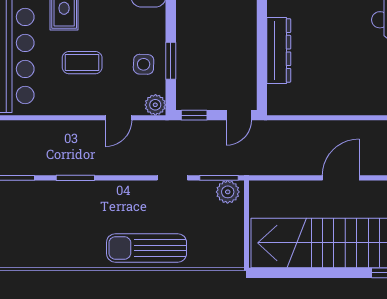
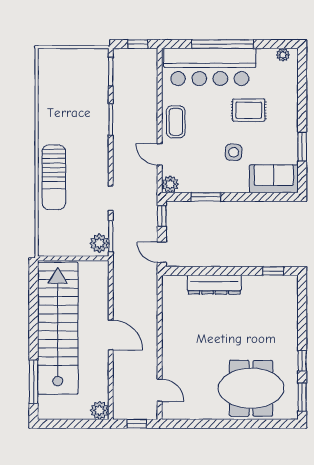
coffee table: (82, 63) -> (176, 122), moved
side table: (144, 64) -> (234, 152), moved
sun lounger: (147, 248) -> (54, 177), turned 180

